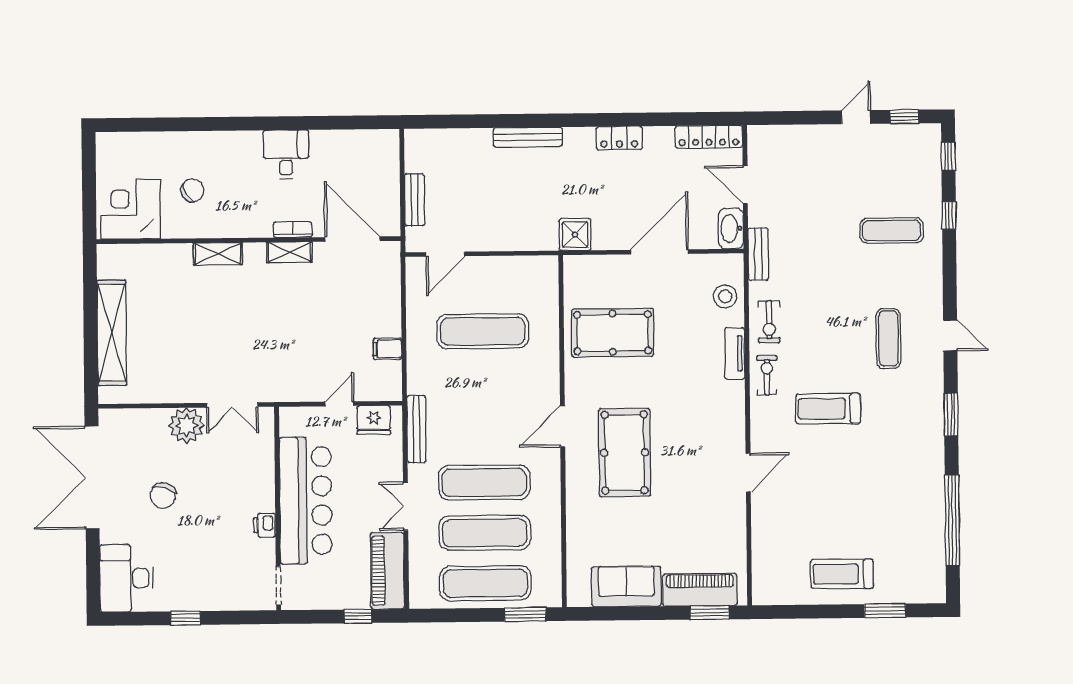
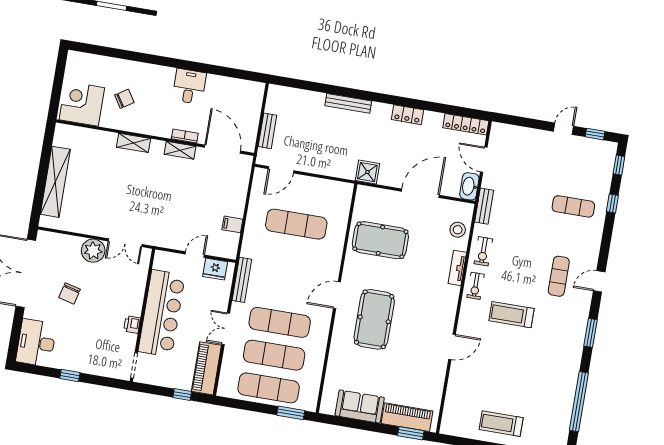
door: (950, 335) -> (599, 281), swing flipped
exercise bike: (767, 375) -> (476, 286), turned 180

